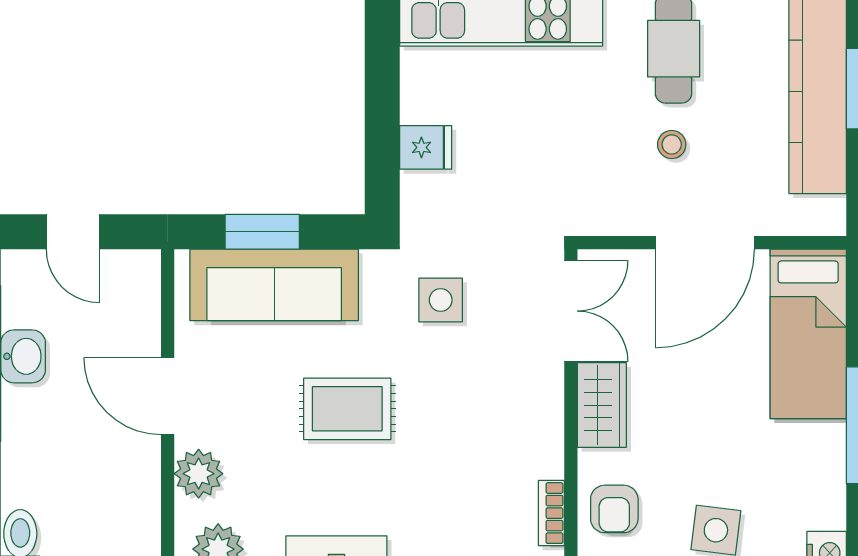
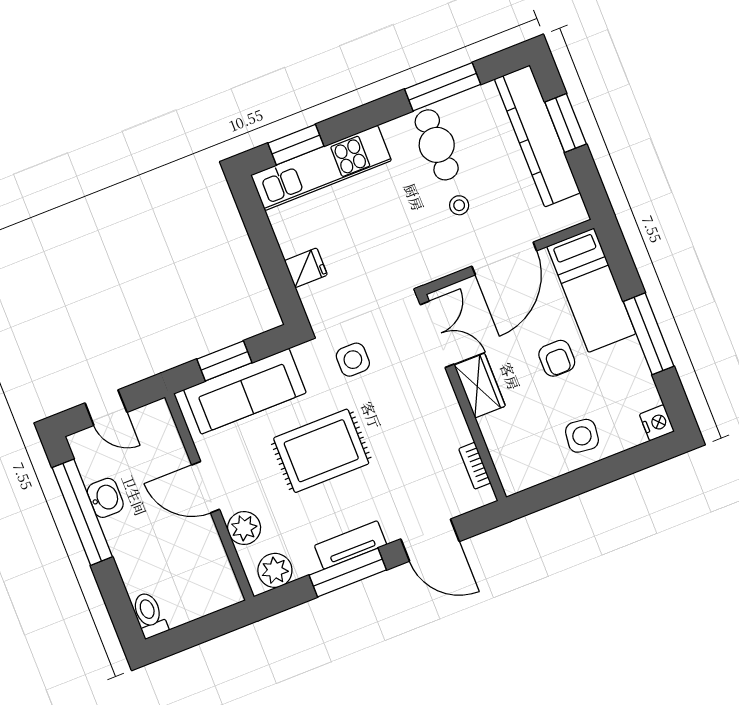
rug: (347, 409) -> (321, 451), width x1.36, depth x1.43
armchair: (614, 509) -> (557, 358), moved

